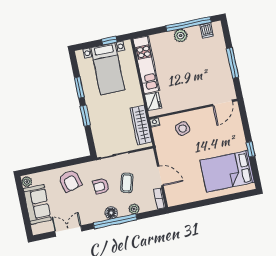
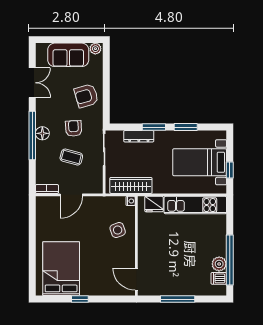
plant: (181, 36) -> (219, 264), moved
dresser: (96, 127) -> (139, 136), added
plant: (134, 209) -> (41, 159), removed

